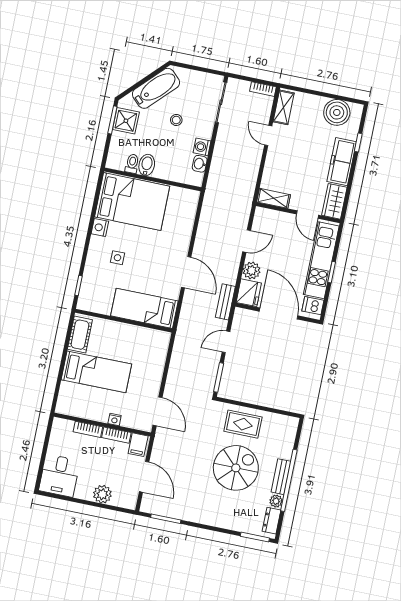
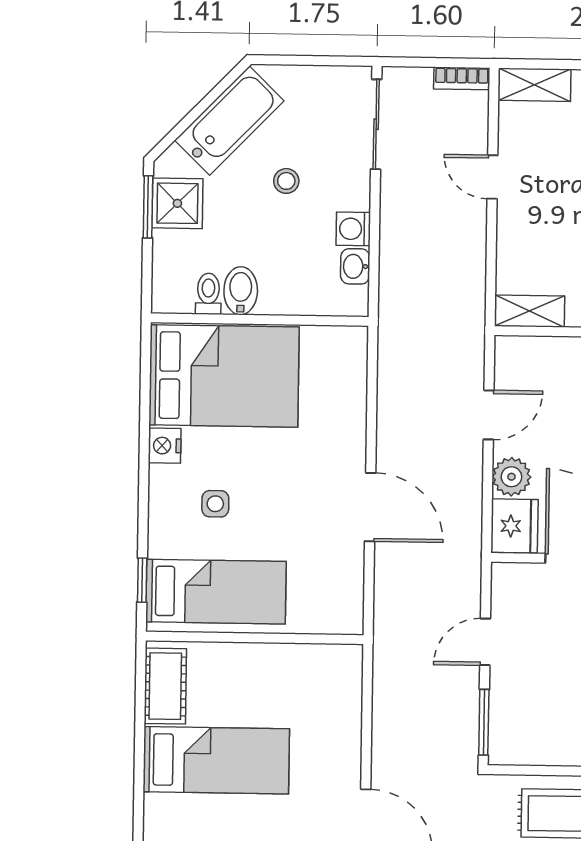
shelving: (284, 107) -> (534, 85), moved, turned 90
bench: (225, 302) -> (467, 556), removed
bed: (144, 308) -> (216, 592), moved, turned 180

